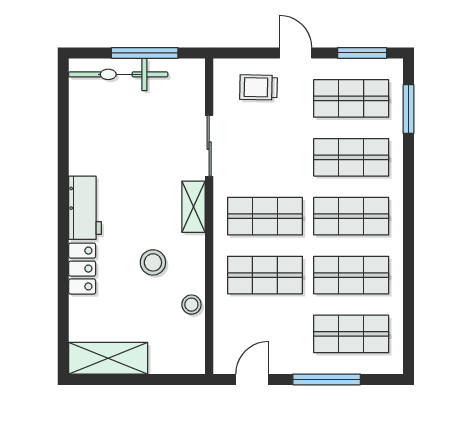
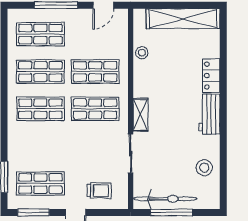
bicycle: (118, 74) -> (165, 199), moved
shop shelf: (351, 157) -> (40, 146), removed
stool: (153, 262) -> (204, 168), moved
shelving: (108, 358) -> (183, 19), width x1.47

